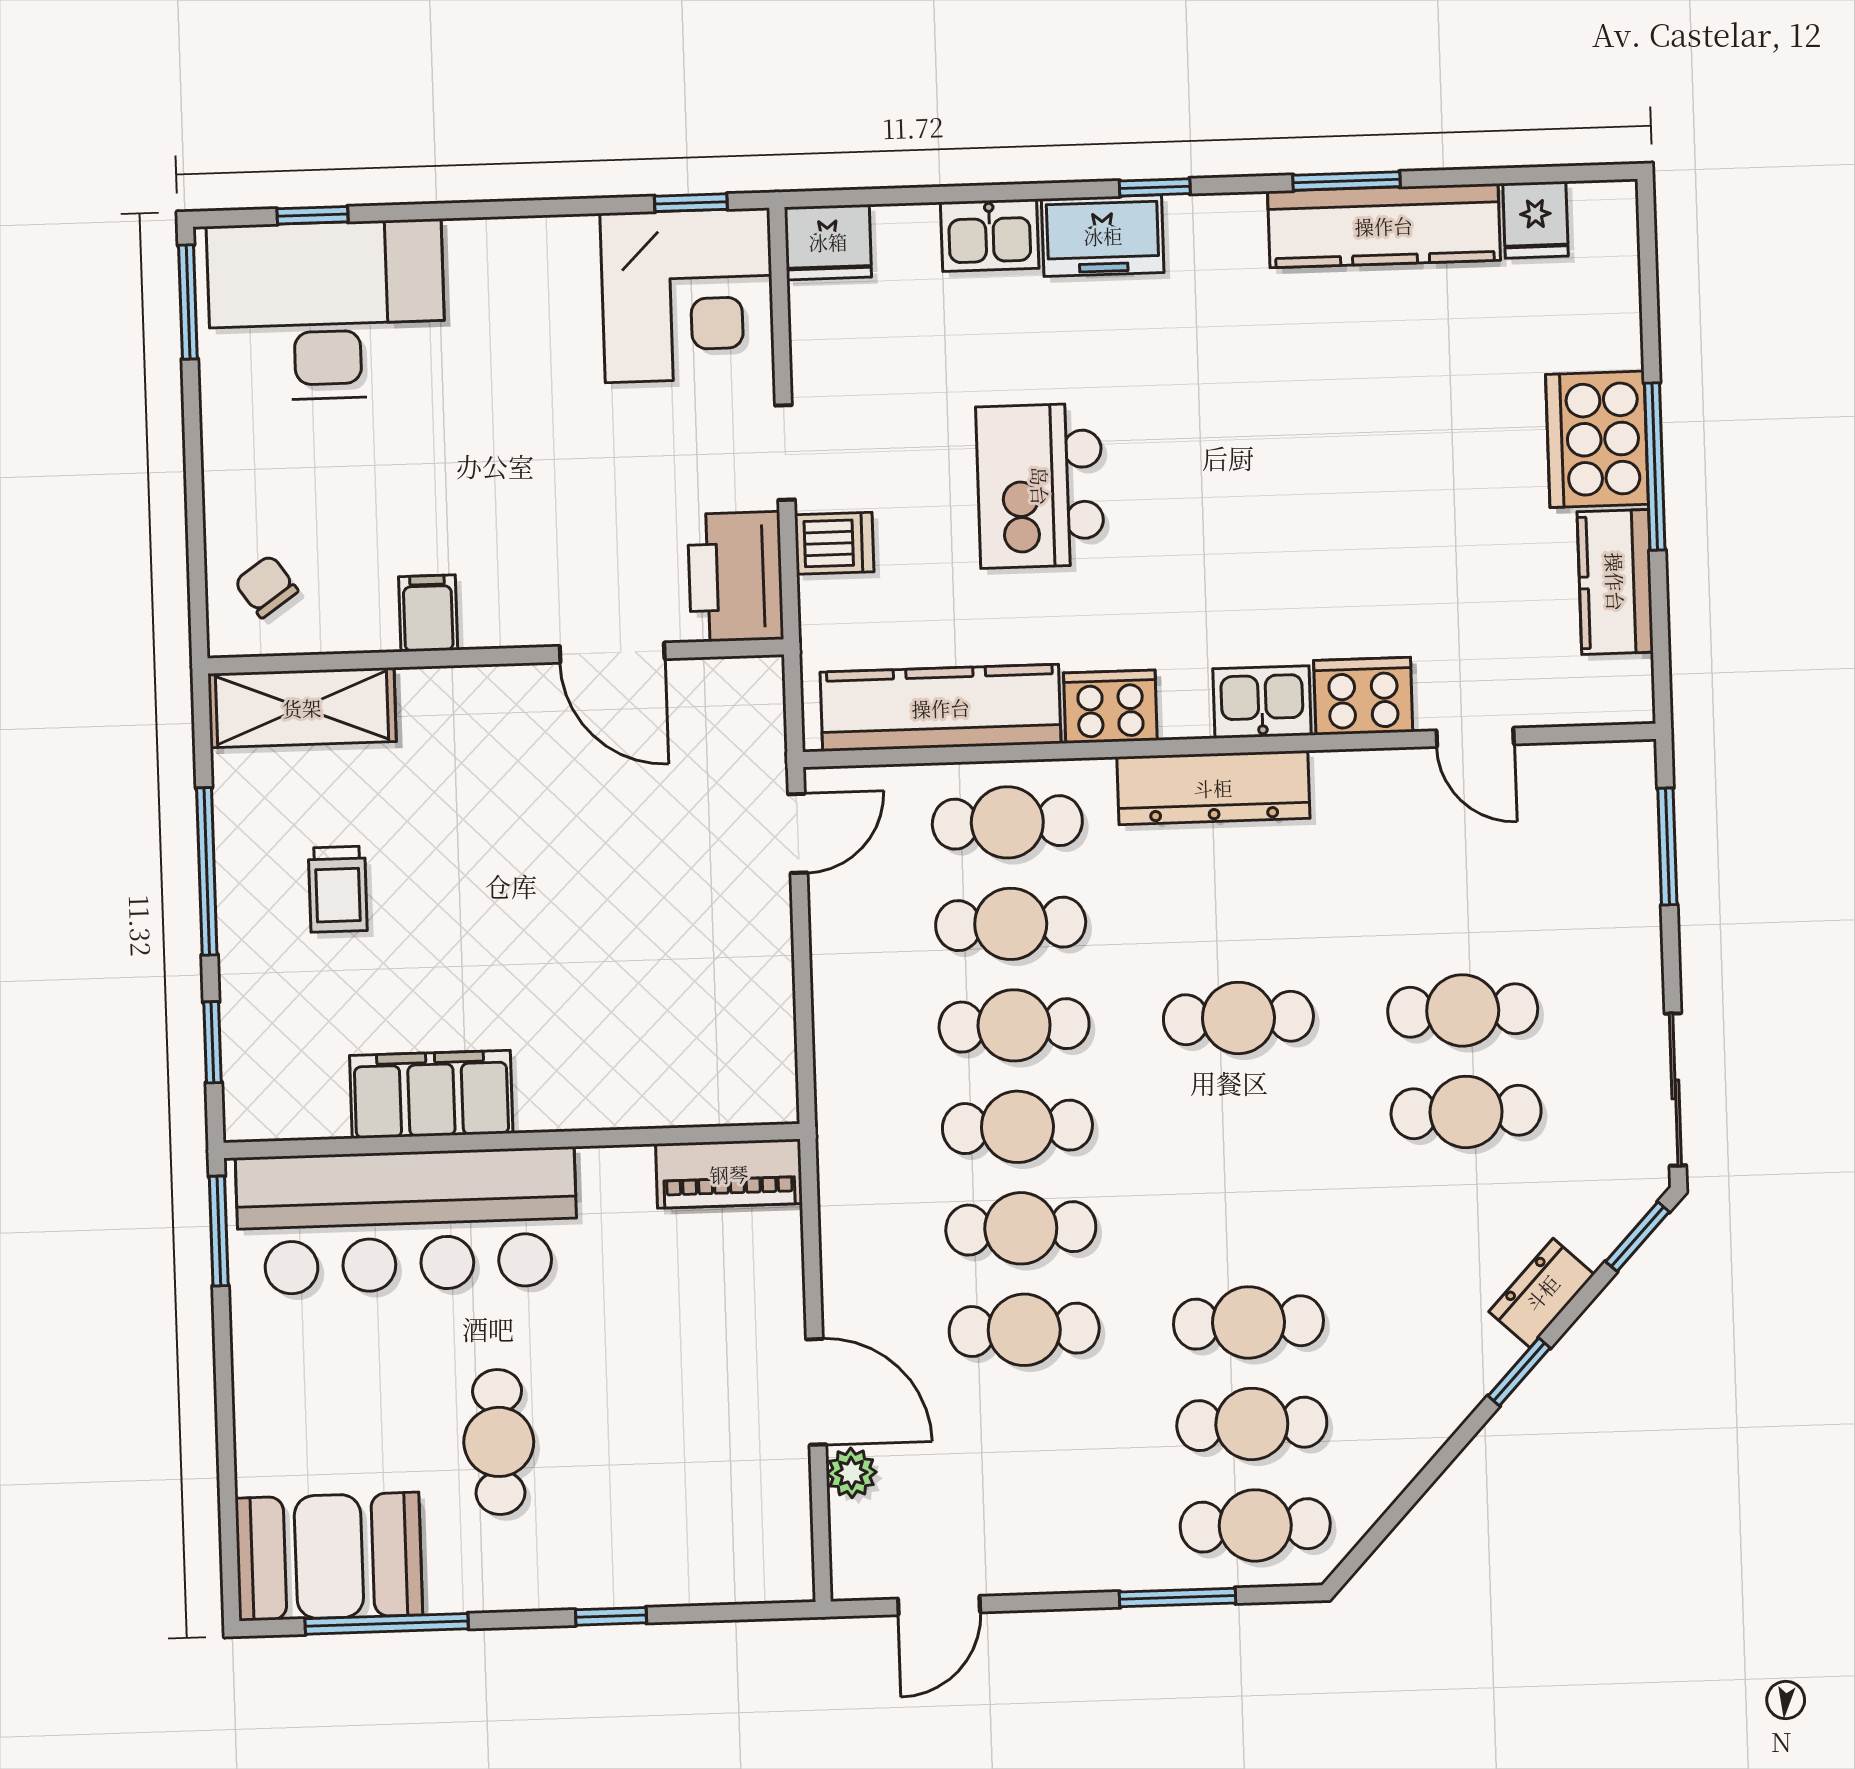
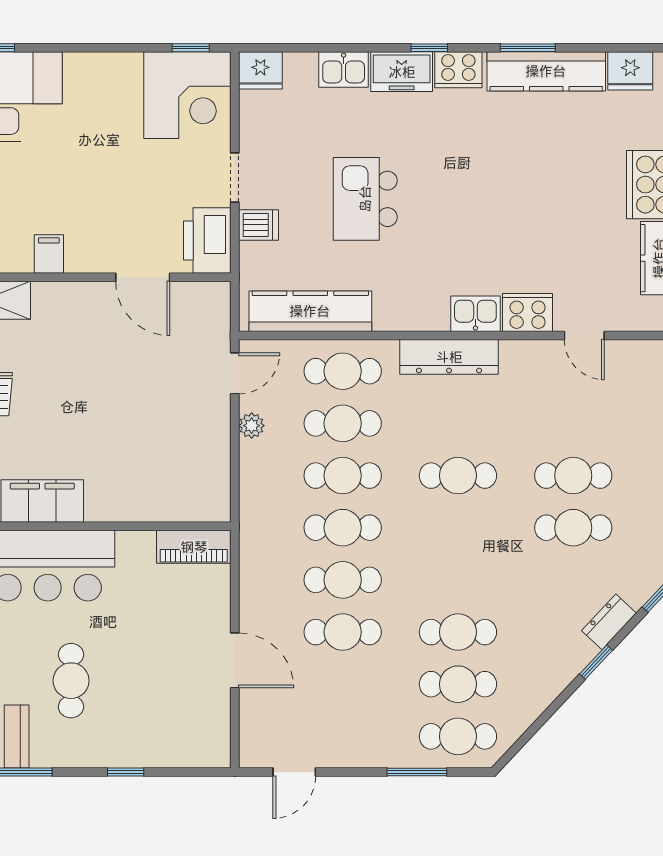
fridge: (1536, 220) -> (630, 71), width x1.38
cooker: (1110, 707) -> (458, 70), moved, turned 180
plant: (851, 1473) -> (252, 426), moved

